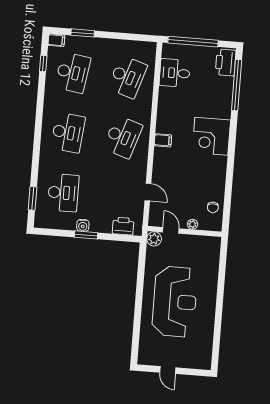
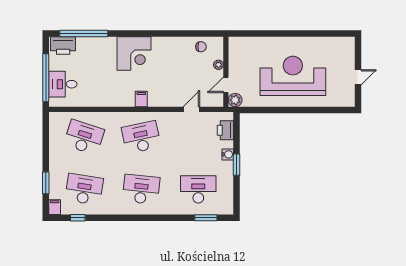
desk: (175, 73) -> (63, 84), moved, turned 90
desk: (123, 137) -> (141, 137), turned -30
water cooler: (83, 225) -> (228, 154), moved

